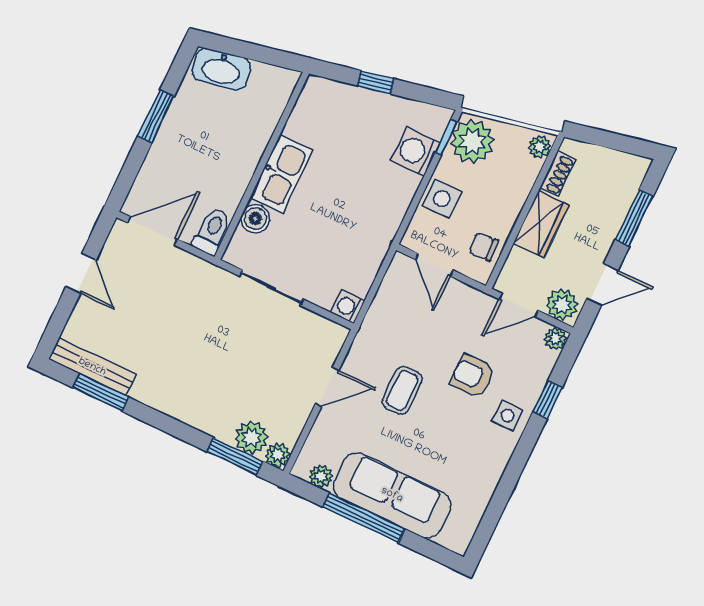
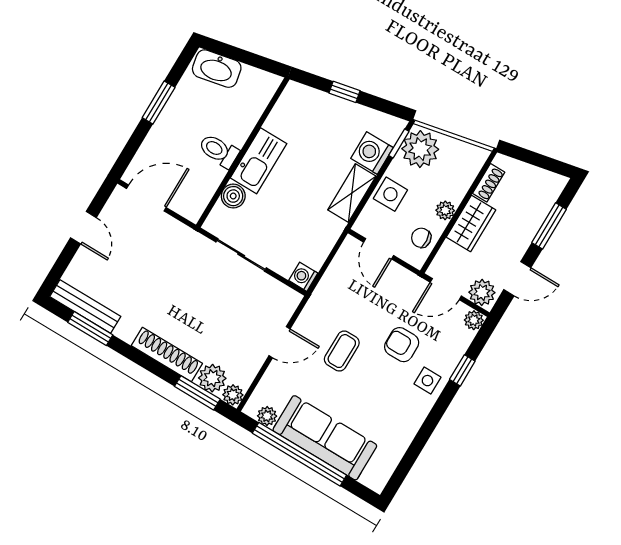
plant: (540, 147) -> (445, 210), moved
shelving: (396, 202) -> (352, 193), added
toilet: (212, 231) -> (219, 151), moved, turned -90
shoe rack: (195, 415) -> (167, 355), added
window: (364, 518) -> (299, 454), width x1.46

